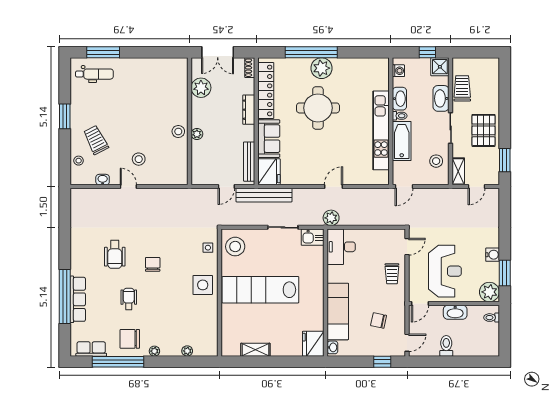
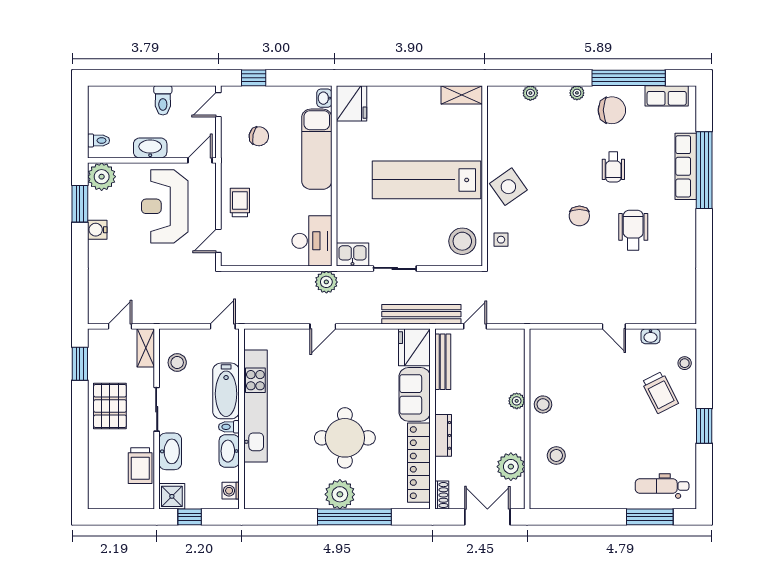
stool: (139, 159) -> (556, 456), moved
side table: (203, 285) -> (508, 187), turned -35
lab bench: (260, 290) -> (427, 180), turned 180
shelving: (255, 350) -> (462, 95), moved

